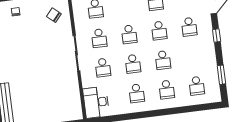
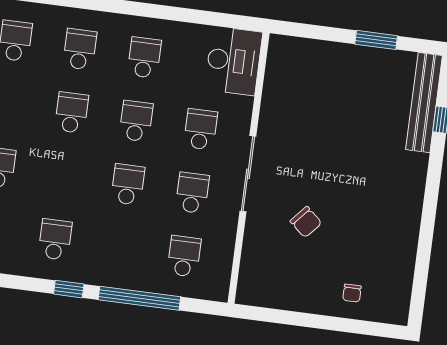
chair: (54, 15) -> (306, 222), moved
school desk: (159, 31) -> (63, 176), removed

